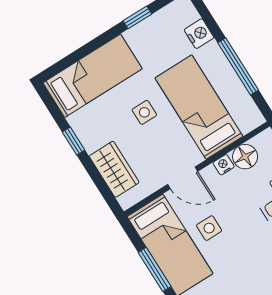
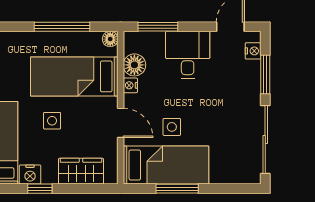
nightstand: (199, 34) -> (30, 175), moved, turned 180
floor lamp: (255, 119) -> (110, 39), added
door: (183, 178) -> (121, 123), hinge flipped

